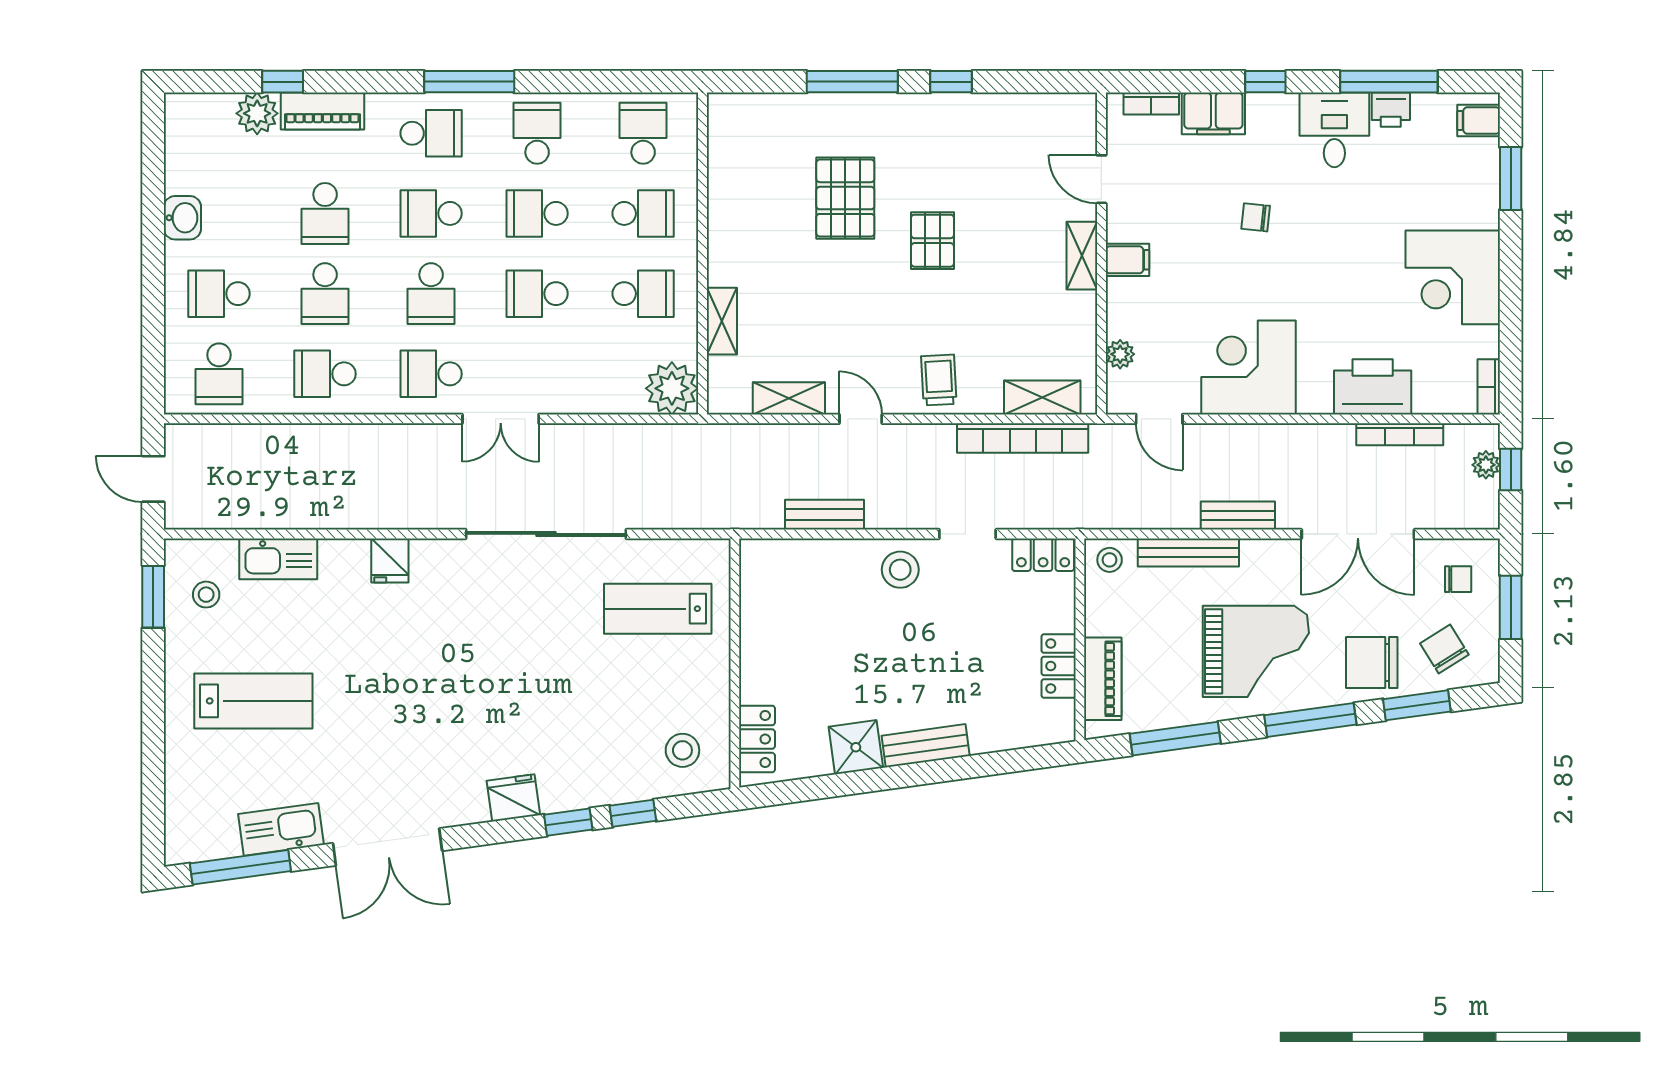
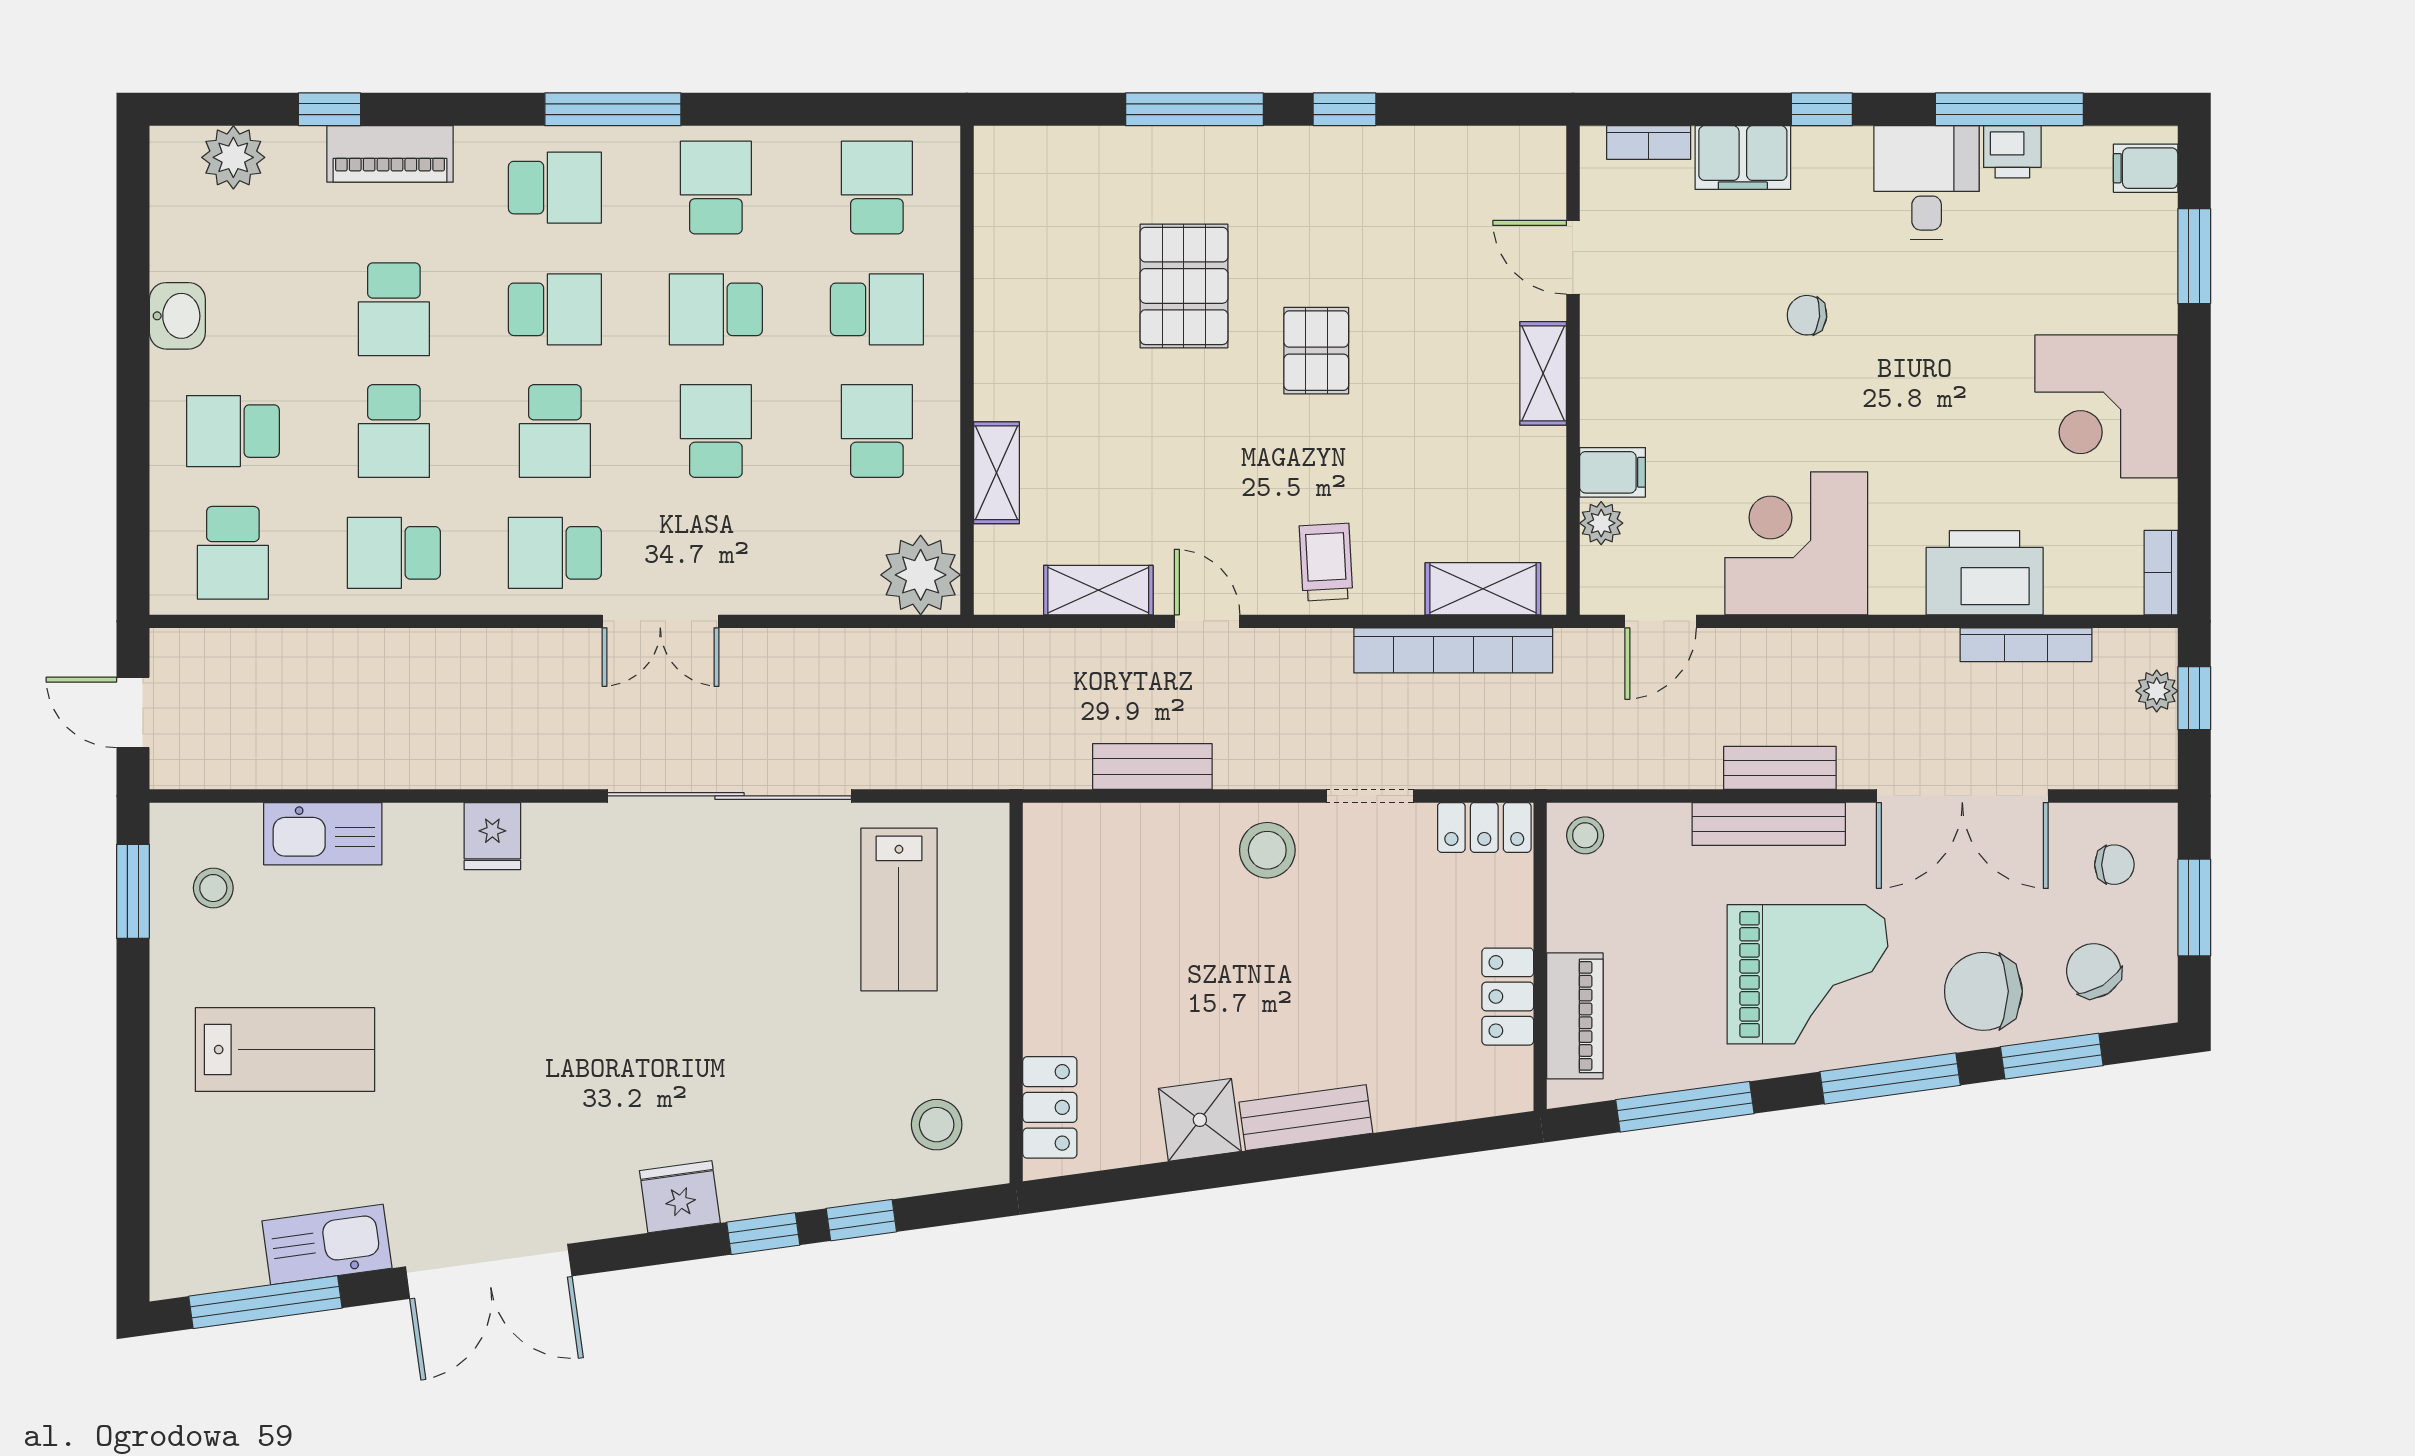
plant: (257, 113) -> (233, 157), moved
school desk: (431, 213) -> (555, 309), turned 180
filing cabinet: (1128, 260) -> (1612, 472), moved
school desk: (537, 294) -> (716, 431), turned 90
school desk: (643, 294) -> (877, 431), turned -90
door: (1159, 419) -> (1661, 621), hinge flipped
bench: (1188, 552) -> (1769, 824), moved
lab bench: (658, 609) -> (899, 910), turned -90

